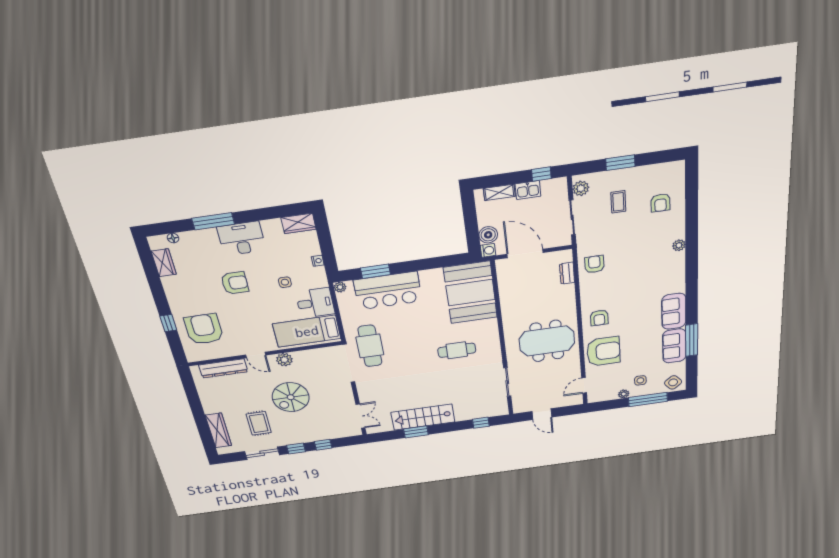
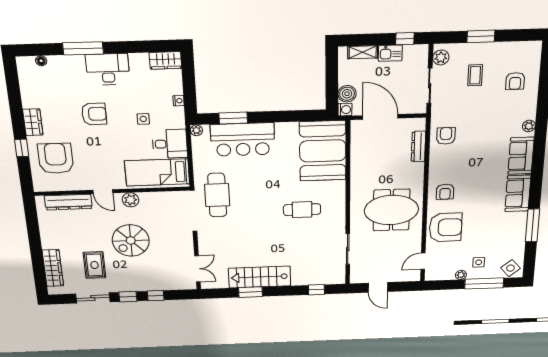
wardrobe: (164, 263) -> (33, 122), moved
dresser: (567, 273) -> (418, 147), width x1.44
sofa: (674, 346) -> (521, 156), moved

